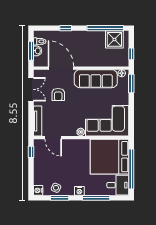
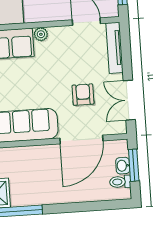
window: (66, 28) -> (78, 207), removed
door: (61, 68) -> (81, 139), hinge flipped

